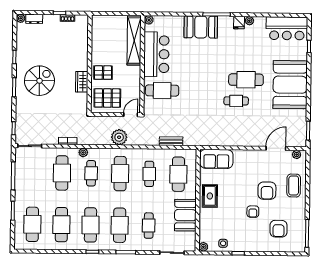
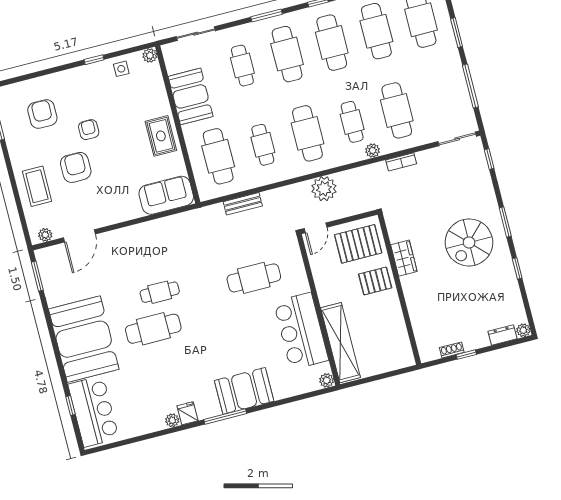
bar counter: (287, 28) -> (93, 411), moved, turned 90
cafe table: (162, 91) -> (254, 278), moved

